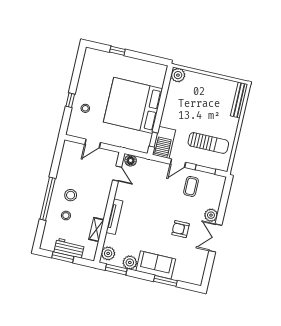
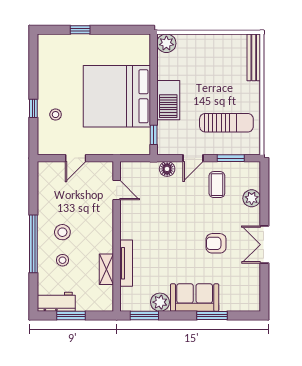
barbecue: (164, 142) -> (168, 100), moved
floor lamp: (131, 160) -> (167, 169), moved
plant: (211, 215) -> (252, 198), moved
tv unit: (114, 217) -> (126, 263), moved
workbench: (69, 248) -> (56, 302), moved
plant: (108, 253) -> (129, 297), removed

